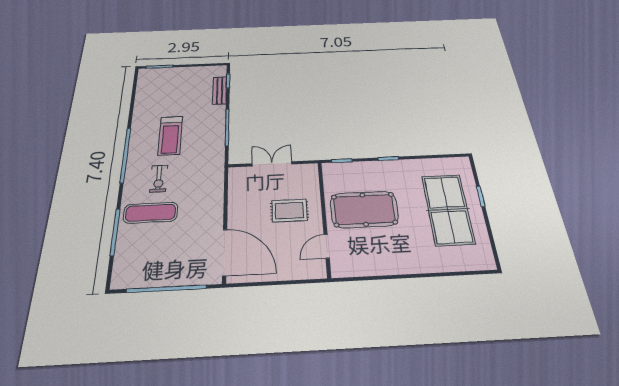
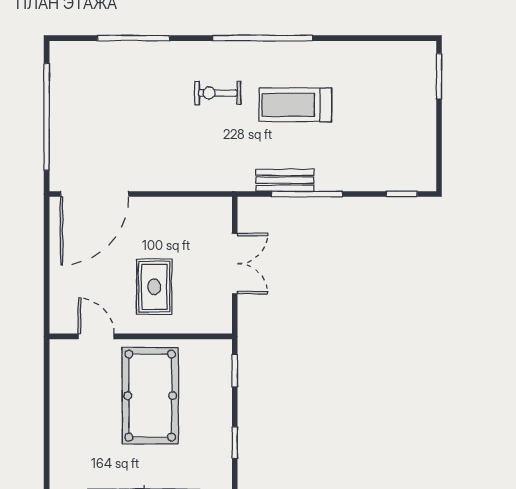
bench: (220, 90) -> (285, 180), moved
exercise mat: (151, 213) -> (161, 86), removed

